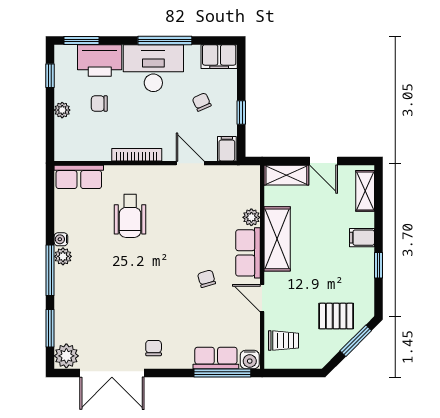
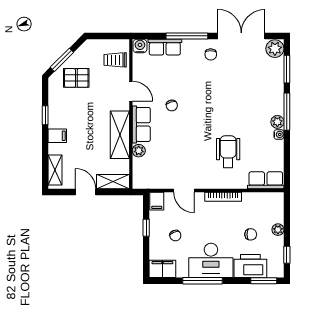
window: (222, 373) -> (187, 36), moved

